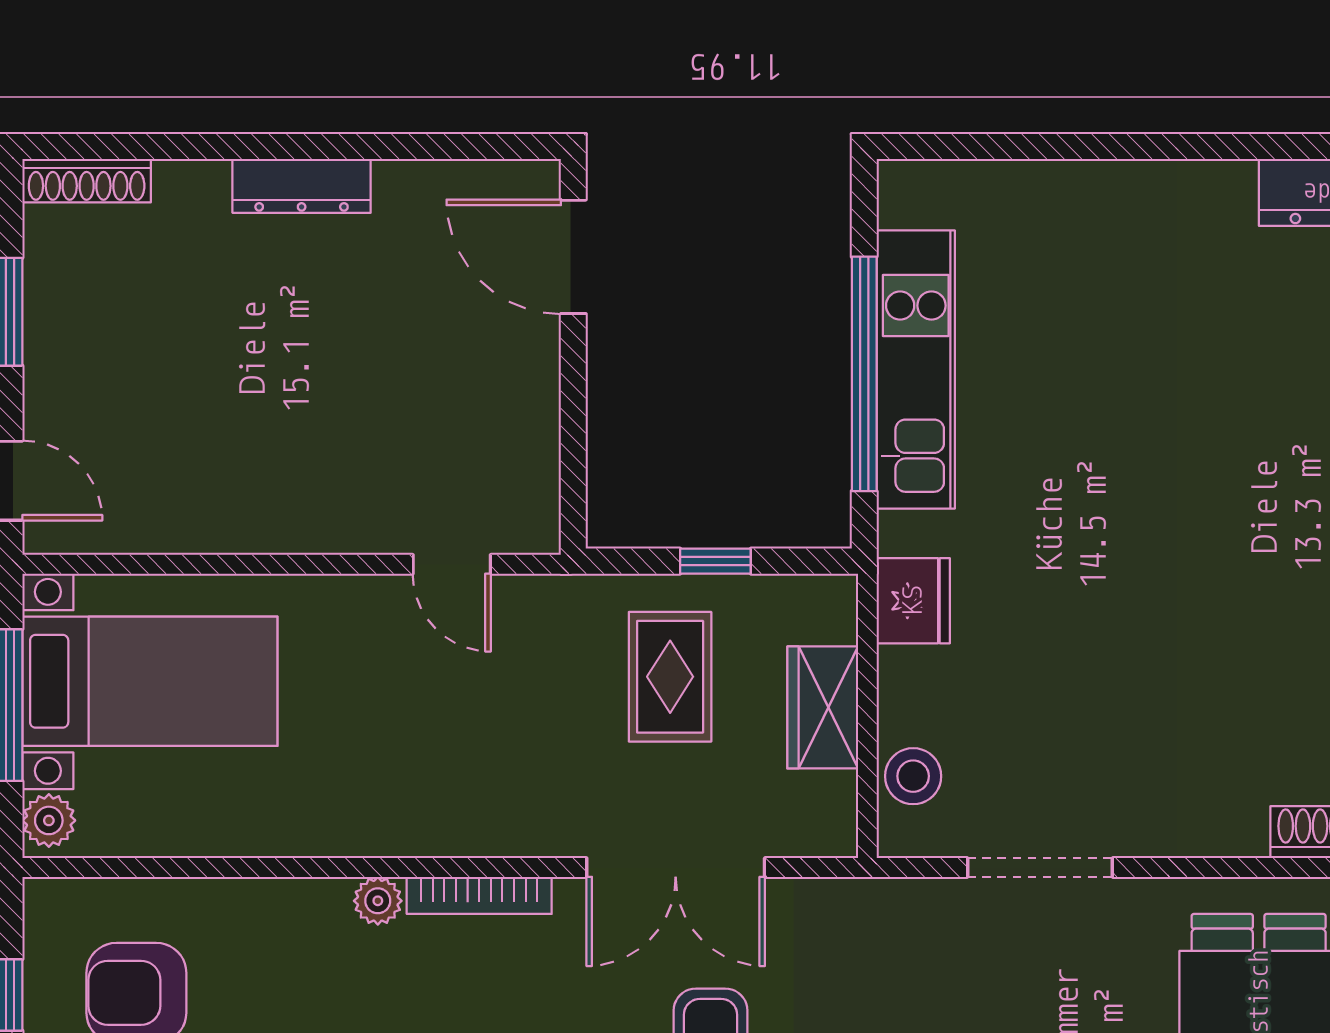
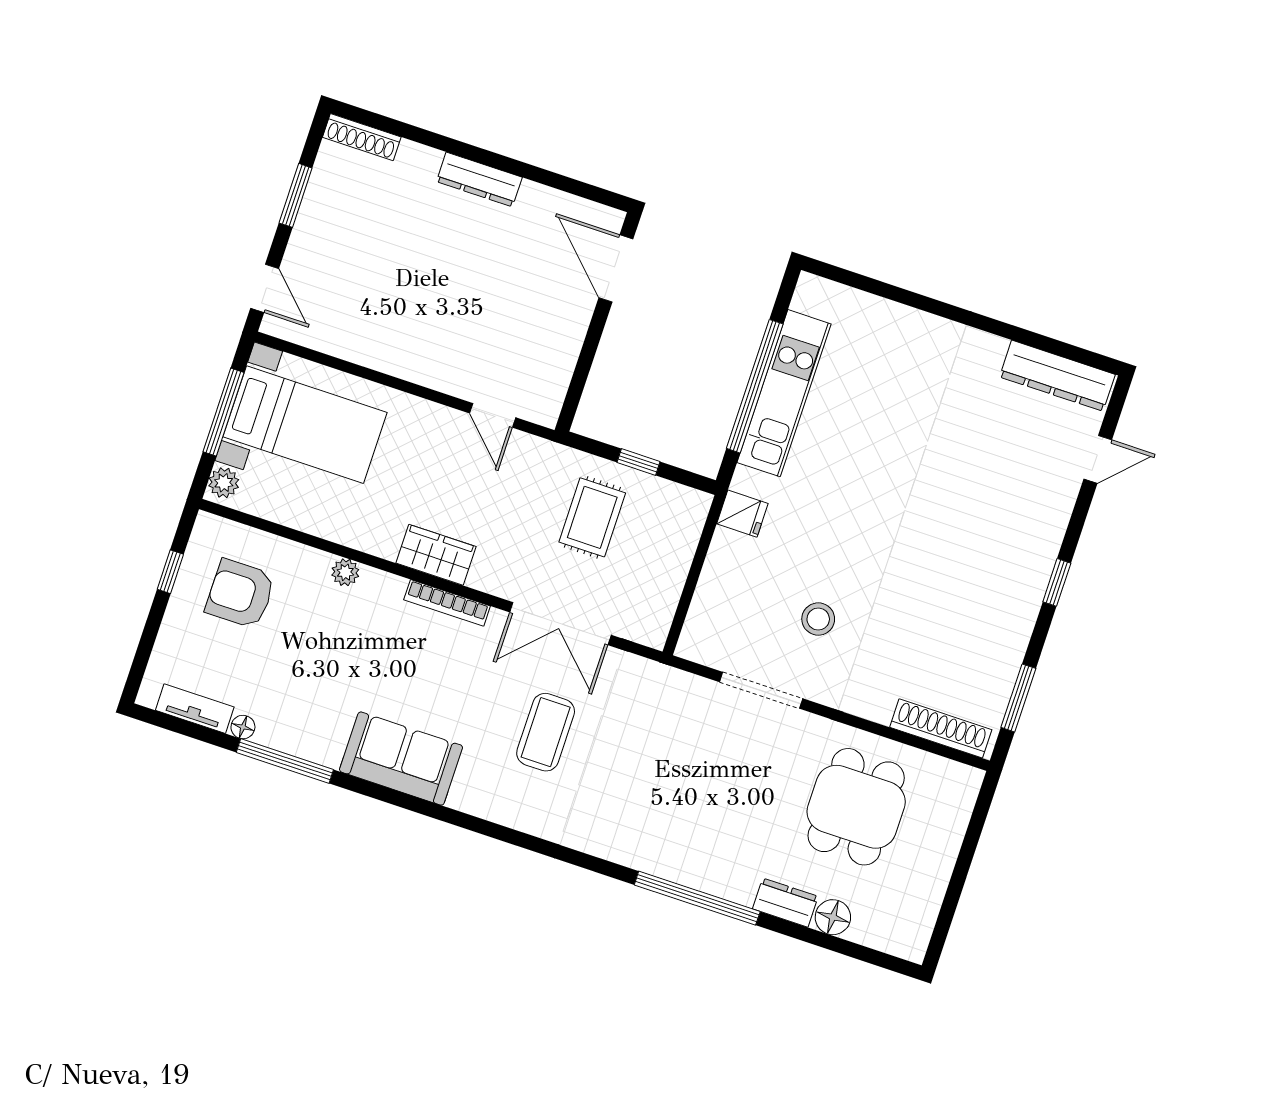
fridge: (913, 601) -> (742, 514), width x0.72
wardrobe: (823, 707) -> (436, 555), moved, turned 90
stool: (913, 776) -> (818, 619), moved
plant: (378, 901) -> (345, 572), moved

